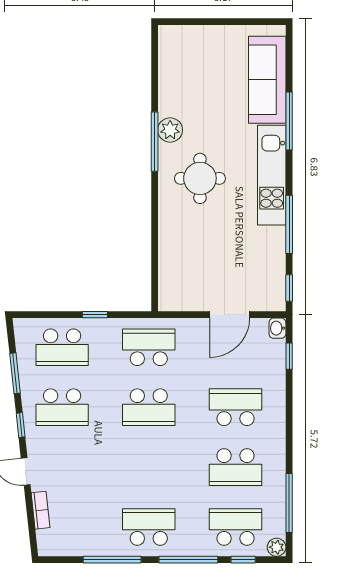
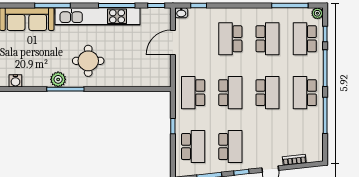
water cooler: (168, 61) -> (15, 81), added
kitchen unit: (272, 175) -> (98, 16), width x1.36
door: (230, 315) -> (173, 42), swing flipped
school desk: (149, 467) -> (268, 93), added

